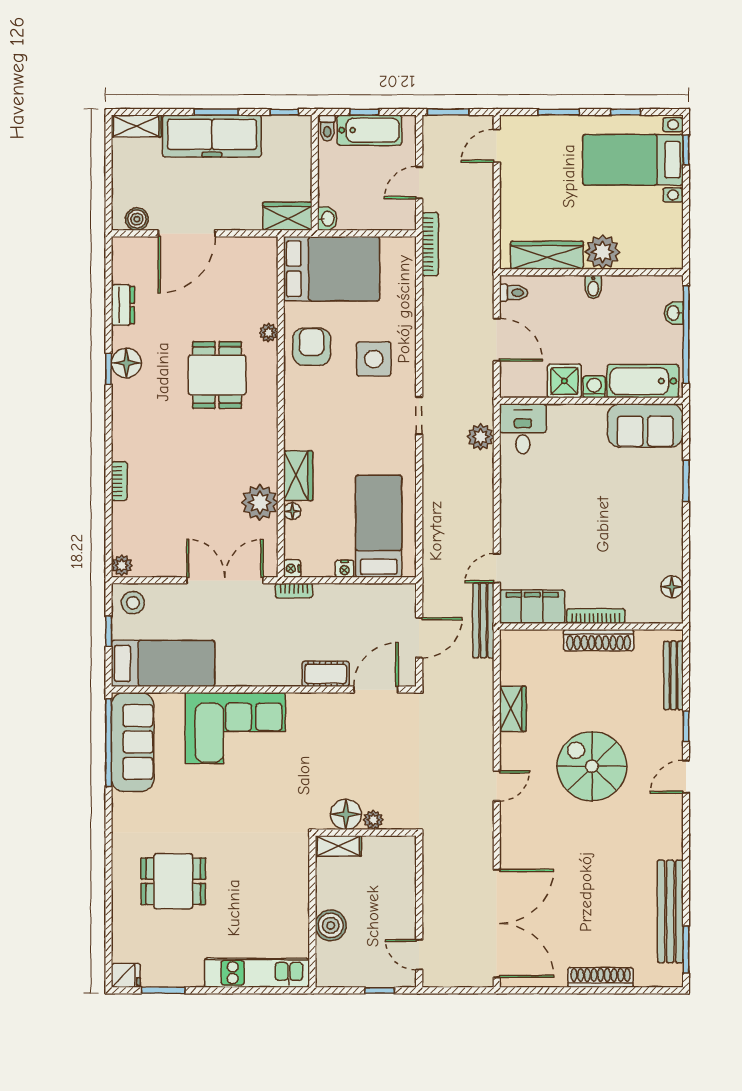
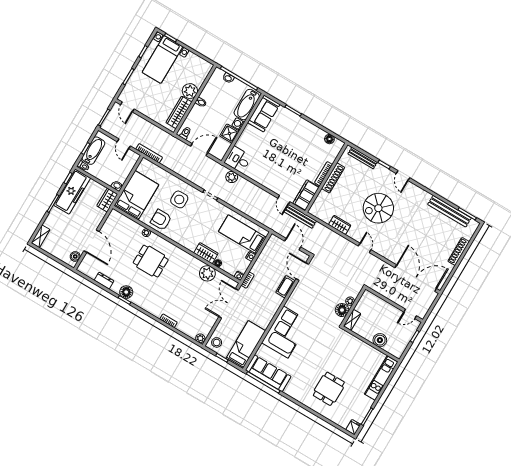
freezer: (212, 136) -> (72, 192), moved

